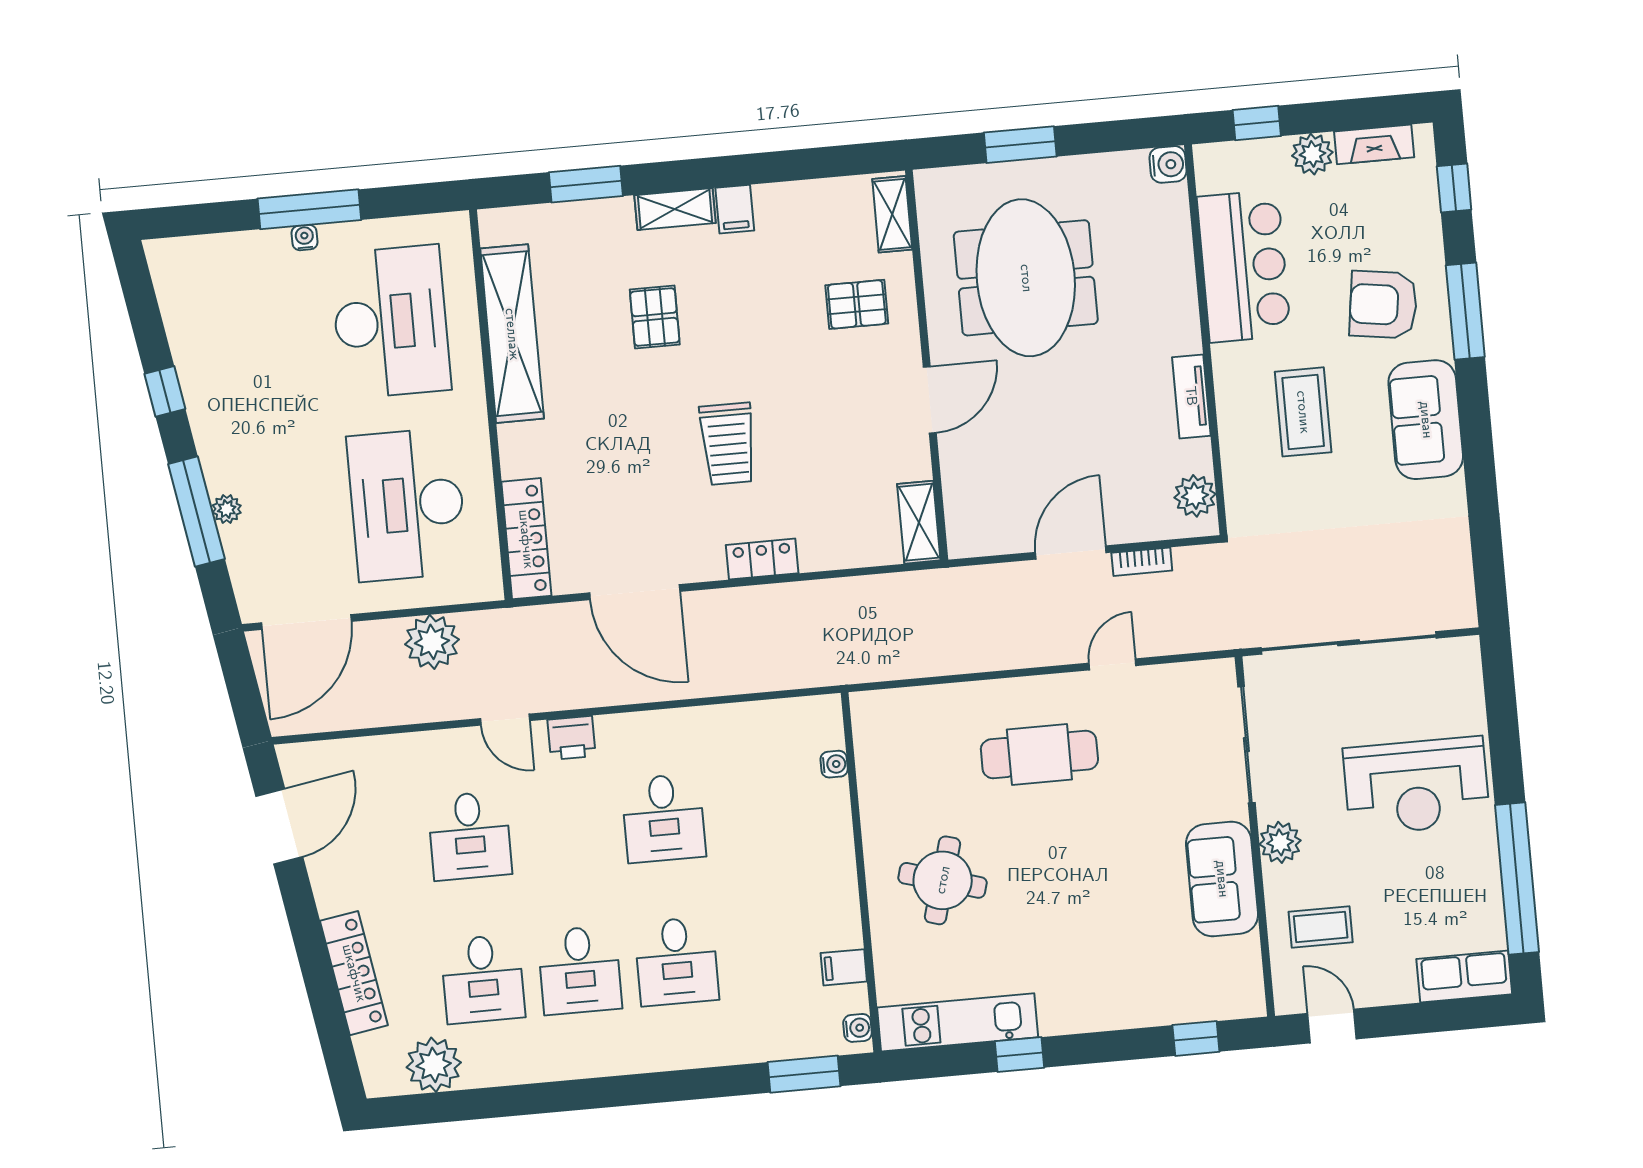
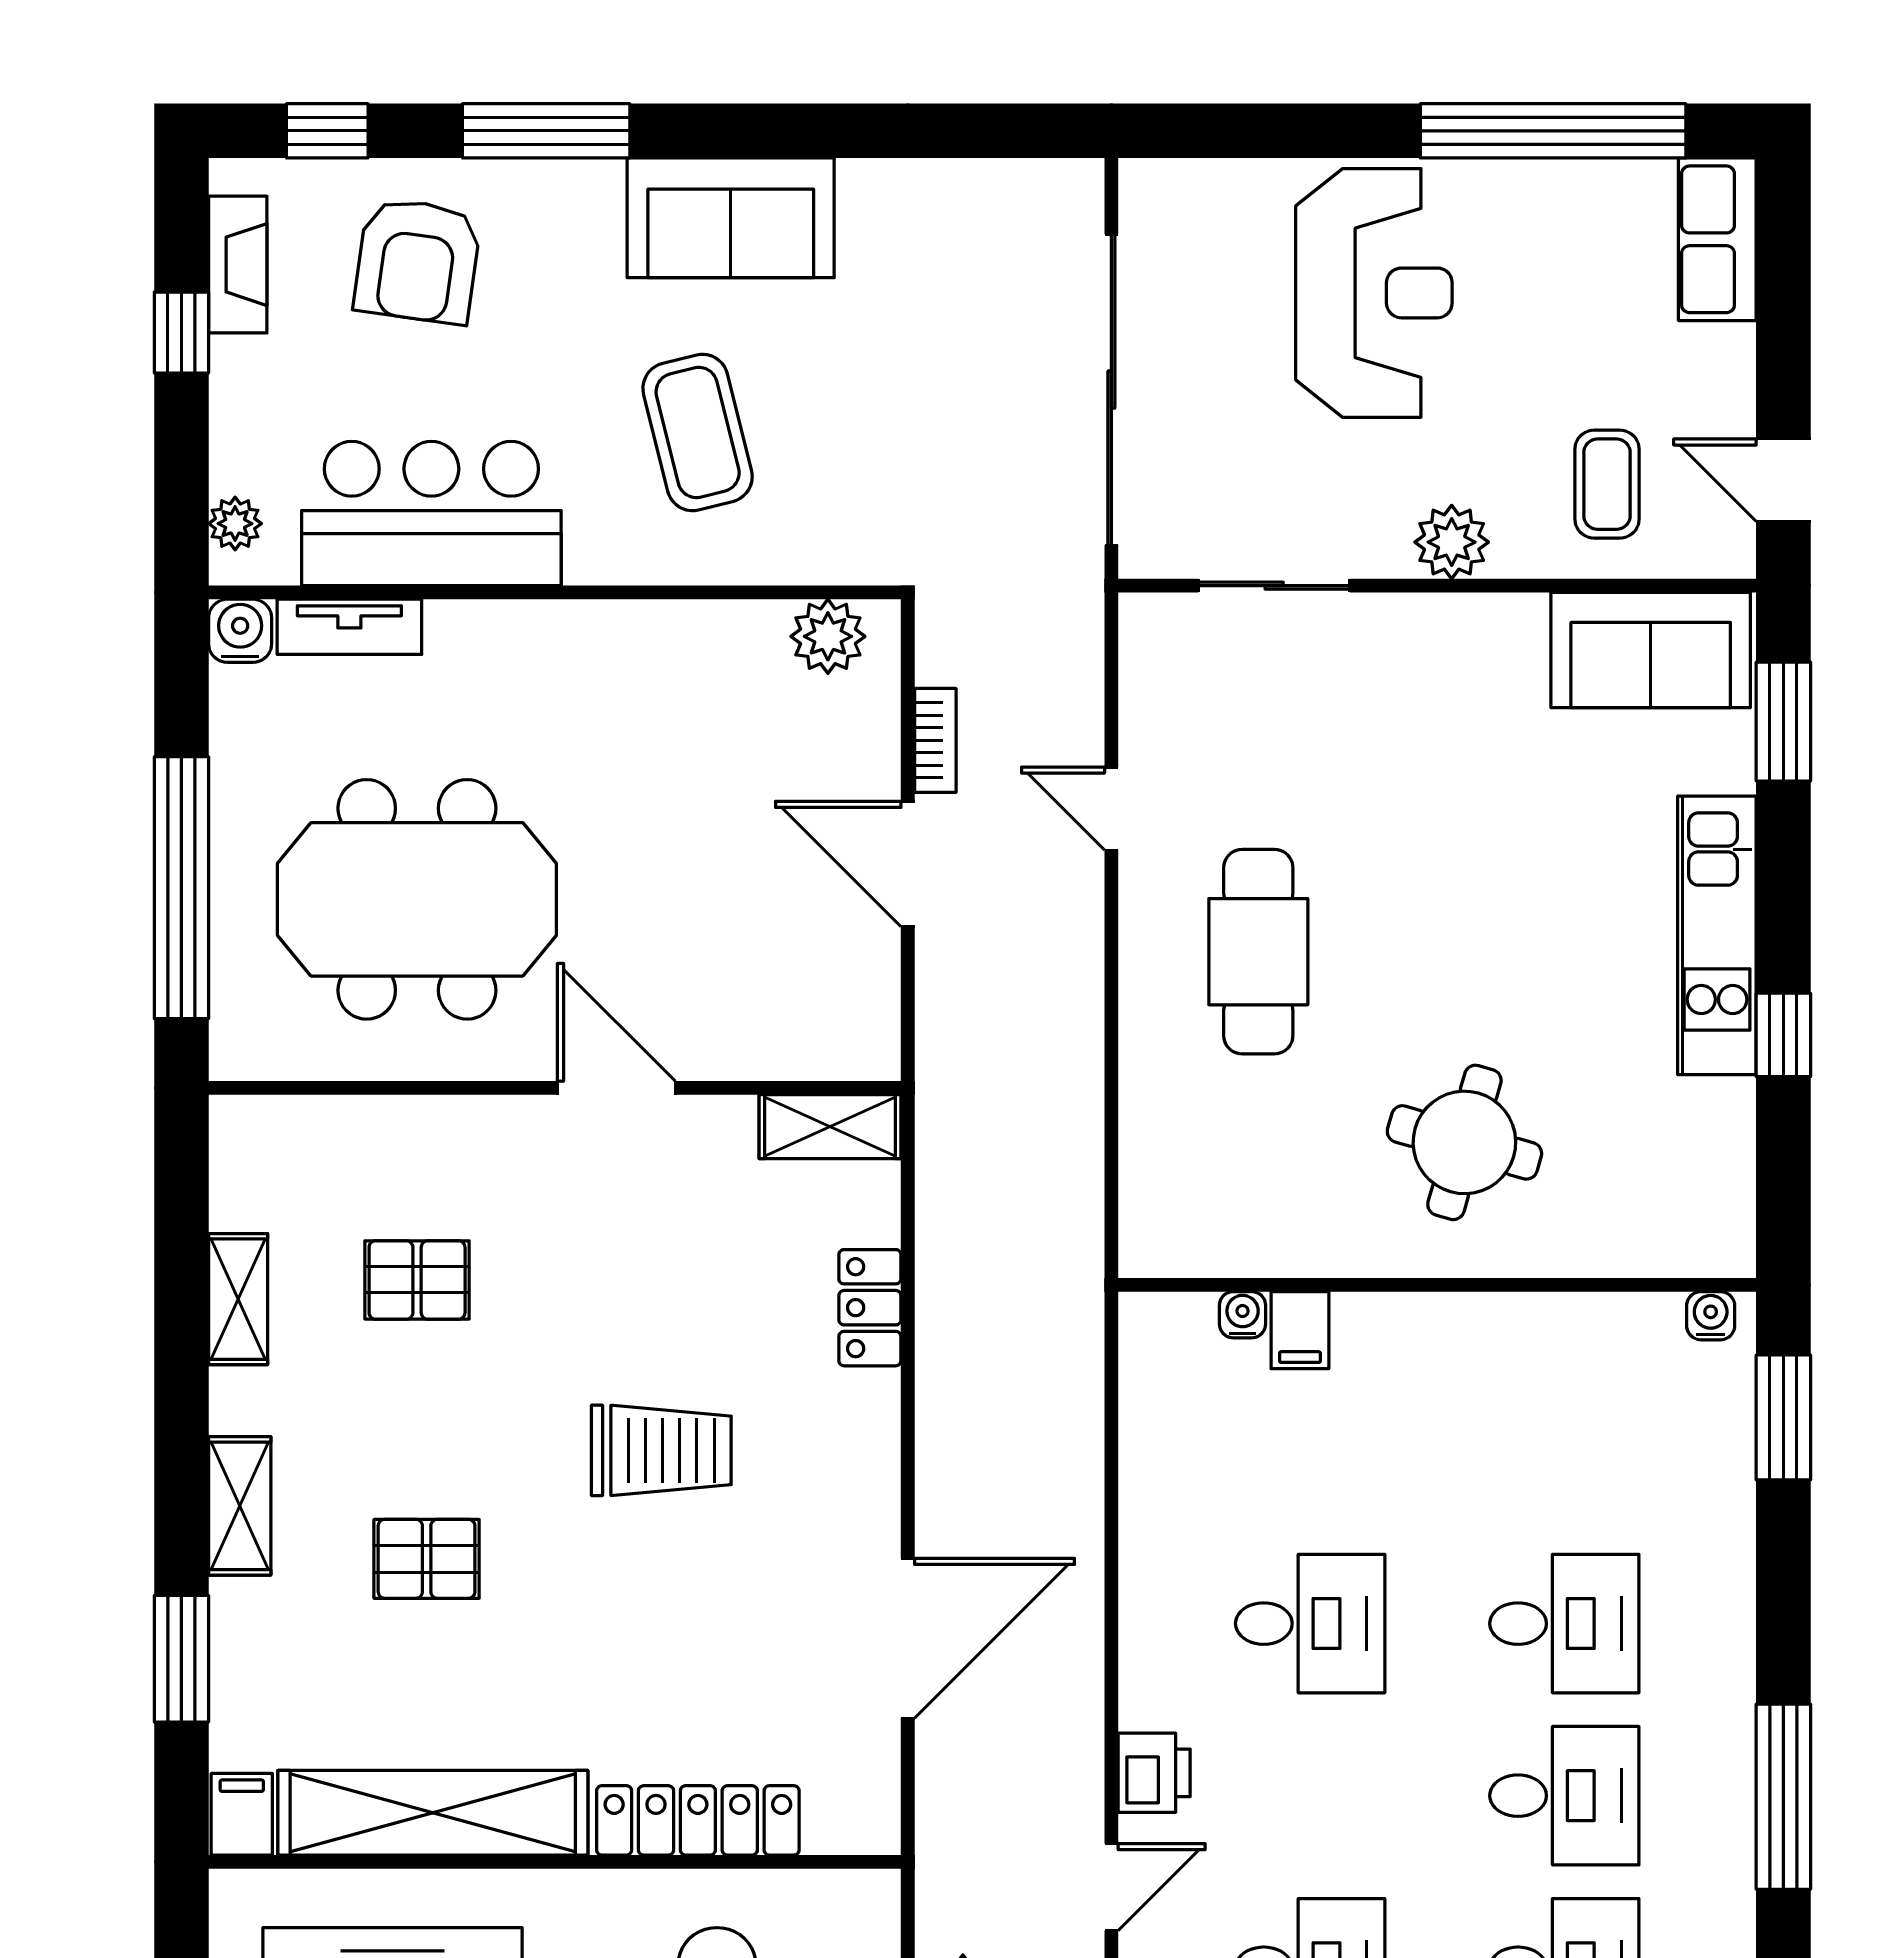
window: (1257, 123) -> (181, 333), moved
window: (1020, 145) -> (181, 888), width x2.11
plant: (1312, 154) -> (235, 524), moved, width x0.73, depth x0.73
filing cabinet: (735, 209) -> (242, 1814), moved, turned -90
shelving: (892, 214) -> (238, 1299), moved, turned 90
pallet: (857, 304) -> (417, 1280), moved, turned 90
armchair: (1383, 305) -> (417, 261), moved
tv unit: (1191, 396) -> (349, 627), moved
coffee table: (1303, 412) -> (698, 432), turned 76
locker: (526, 539) -> (698, 1820), moved
locker: (762, 559) -> (870, 1308), moved
sliding door: (1246, 745) -> (1274, 586), width x0.73
sofa: (1222, 879) -> (1651, 650), moved
filing cabinet: (844, 967) -> (1300, 1330), moved
kitchen unit: (958, 1022) -> (1717, 935), moved
door: (1332, 1026) -> (1783, 480), hinge flipped
window: (1196, 1038) -> (1783, 722), width x1.50
window: (590, 1094) -> (1783, 1797), added

